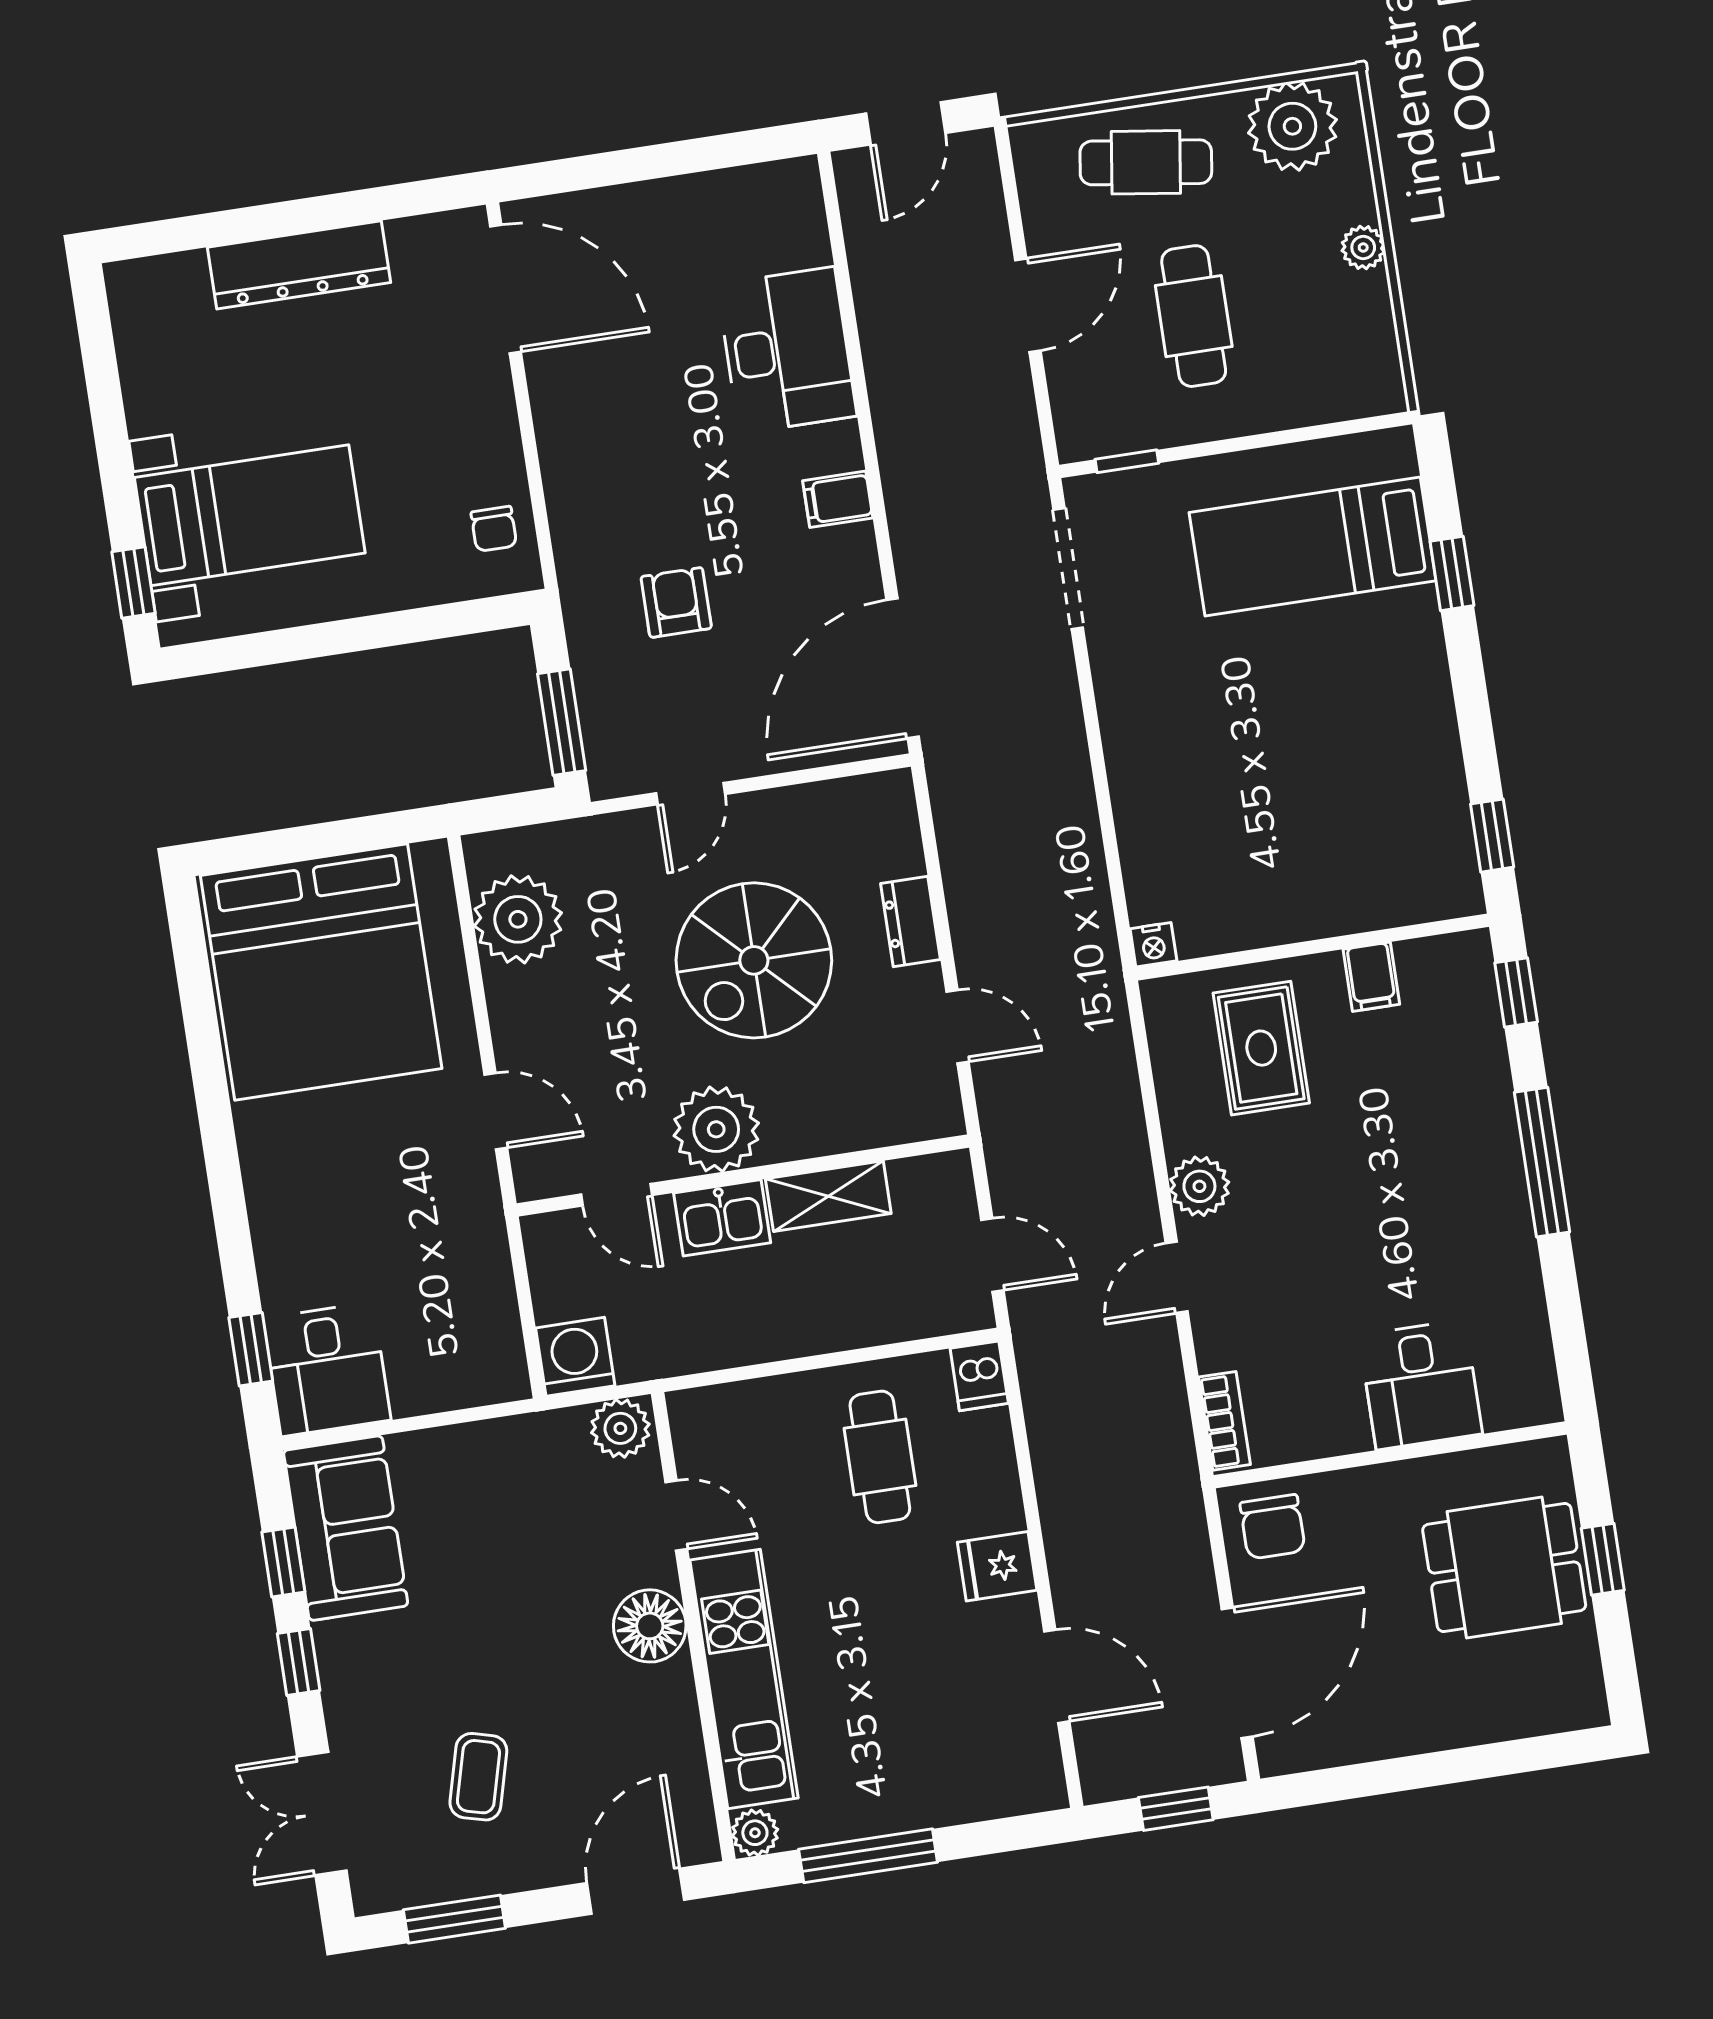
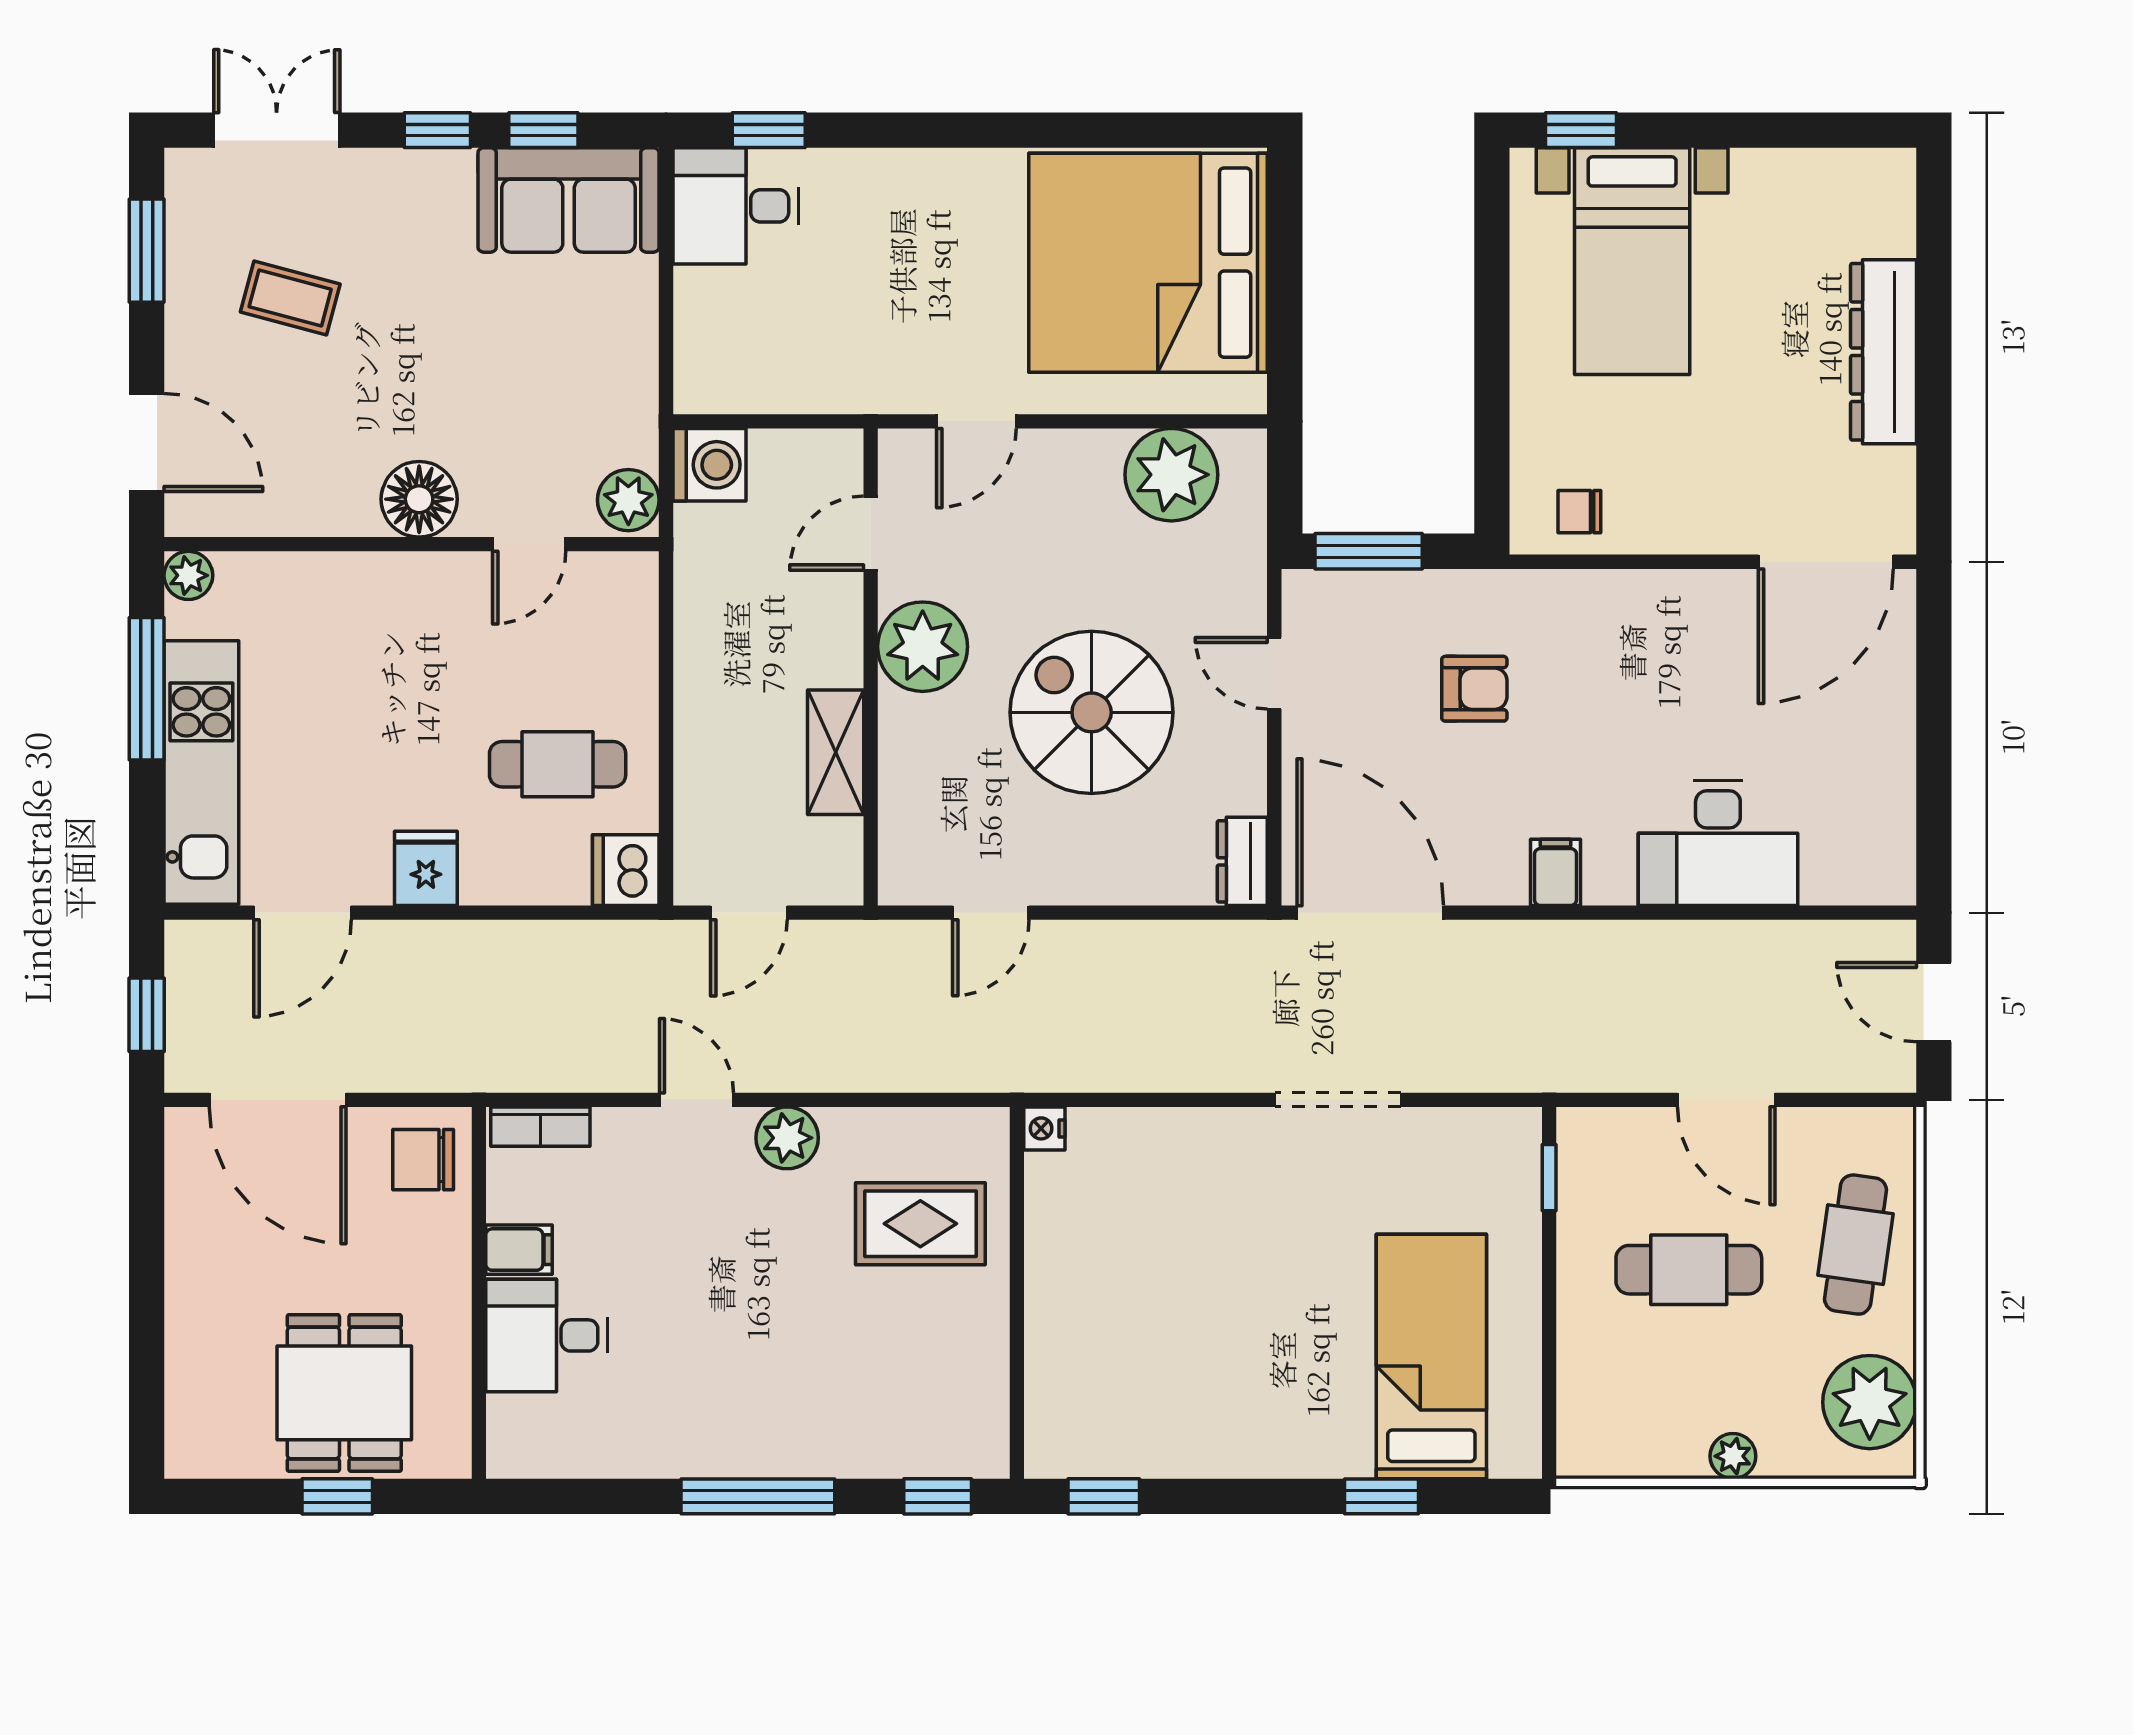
doorway: (1068, 568) -> (1338, 1100), moved
dresser: (911, 922) -> (1242, 861), moved, turned -90
filing cabinet: (1371, 977) -> (519, 1250), moved, turned 180
kitchen sink: (722, 1218) -> (830, 639), removed
dishwasher: (979, 1376) -> (626, 870), width x1.38
kitchen unit: (744, 1679) -> (201, 772), moved, turned -90

